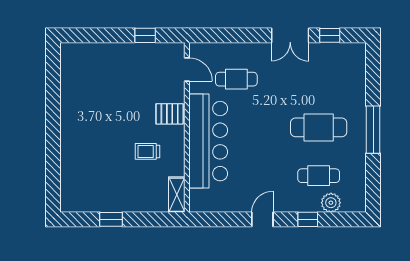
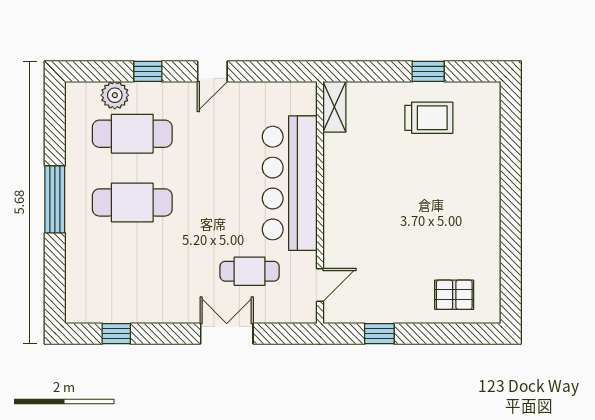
double door: (290, 35) -> (227, 334), moved
door: (187, 69) -> (320, 285), swing flipped
pallet: (170, 114) -> (454, 295), moved
trolley: (147, 151) -> (429, 118), moved, width x1.36, depth x1.39
cafe table: (319, 176) -> (132, 134), width x1.37, depth x1.35

